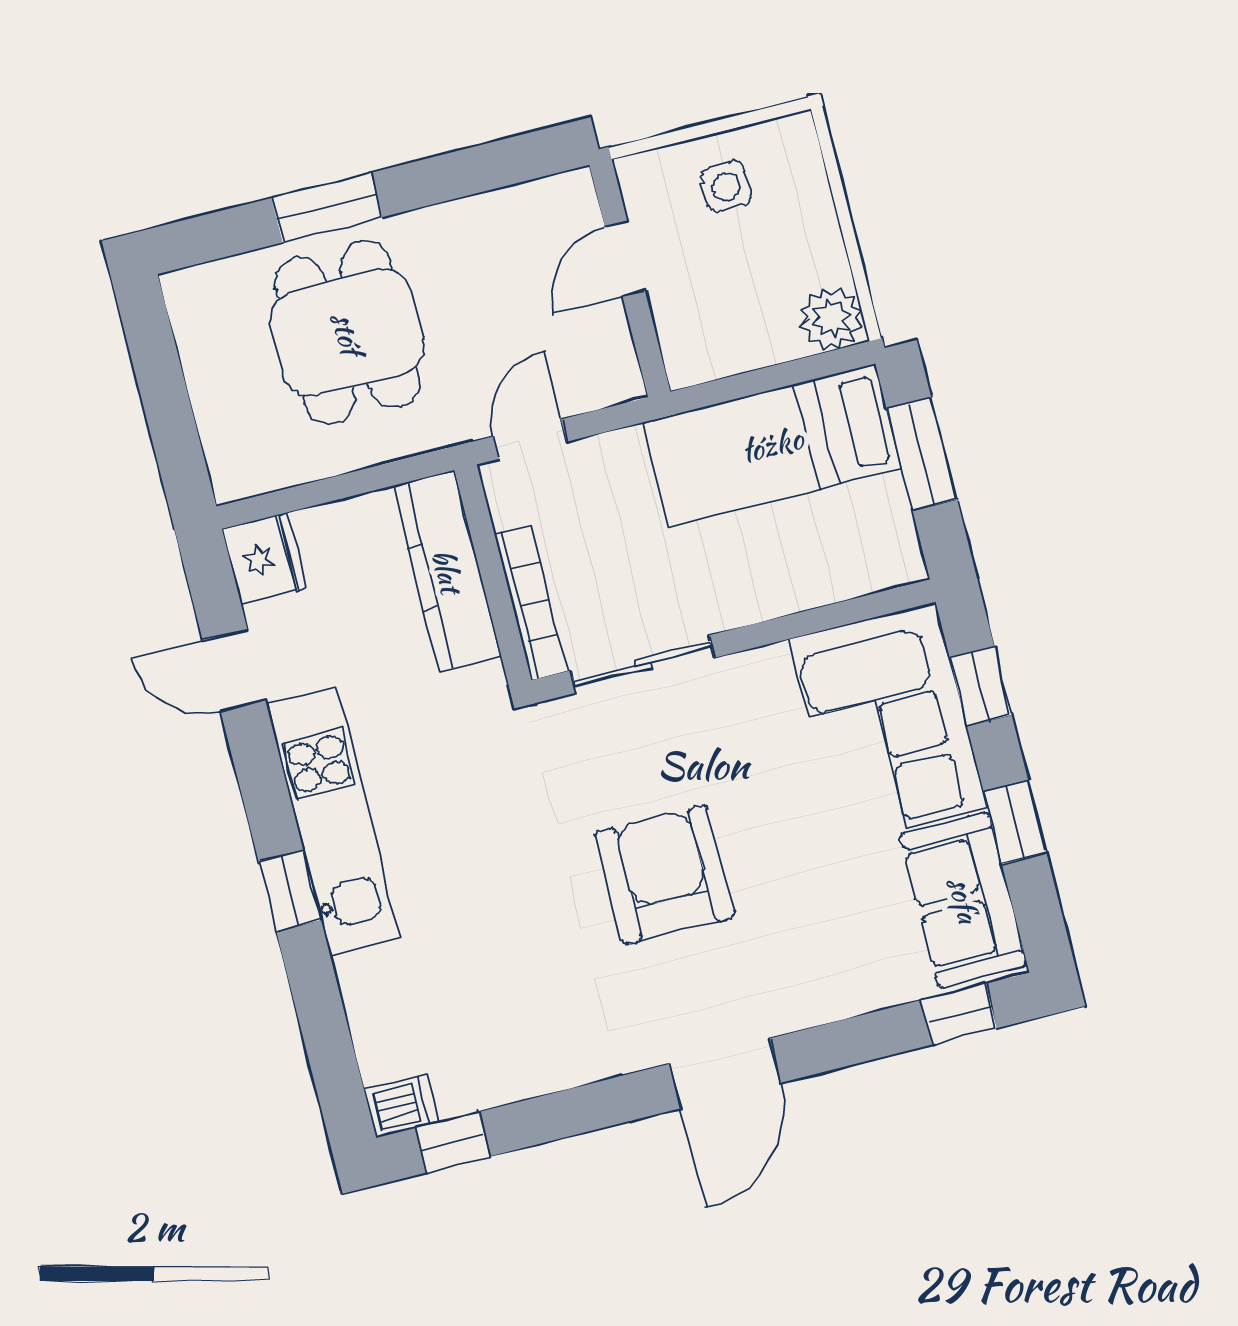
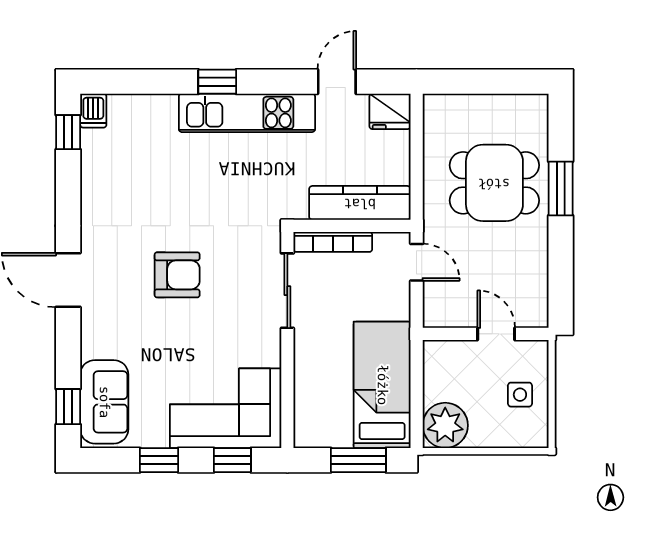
plant: (831, 318) -> (445, 425), width x1.36, depth x1.36
armchair: (665, 875) -> (177, 275), width x0.73, depth x0.73
sofa: (964, 900) -> (104, 402), moved, turned 90

